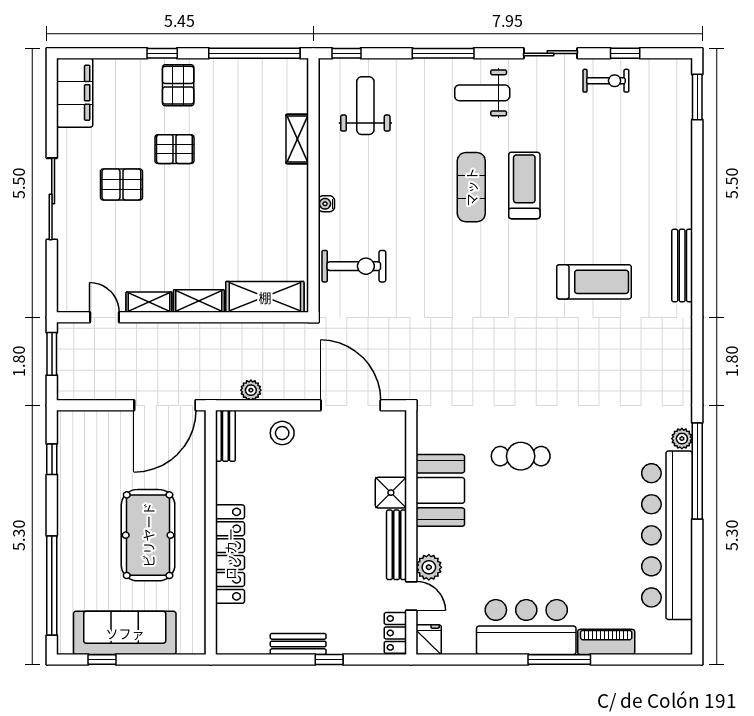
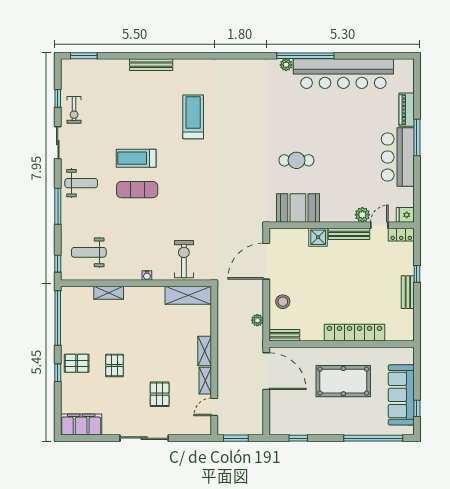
exercise bike: (606, 81) -> (74, 110), turned 180
weight bench: (482, 93) -> (81, 183), turned -90
pallet: (121, 184) -> (160, 394), moved
bench: (682, 265) -> (151, 65), moved
shelving: (265, 297) -> (188, 295), moved, turned 90
cafe table: (521, 456) -> (296, 160), turned 90
booth: (440, 490) -> (298, 208), moved

